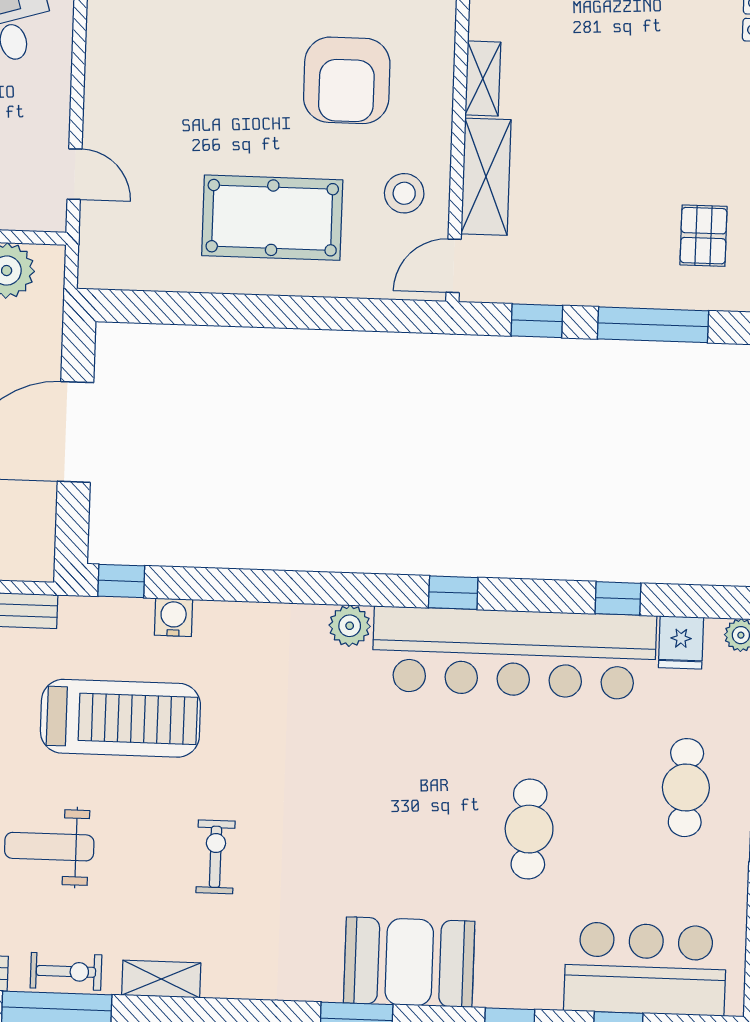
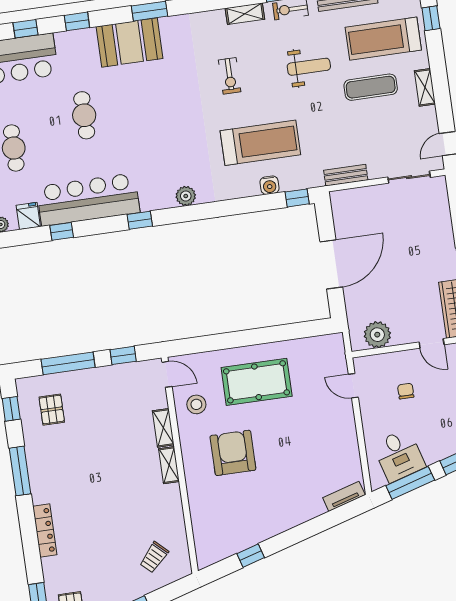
shelving: (486, 177) -> (163, 428), width x0.67, depth x0.75
door: (454, 266) -> (167, 374), hinge flipped
bar counter: (514, 653) -> (88, 200), width x0.73
treadmill: (120, 718) -> (260, 143), moved, turned 180

